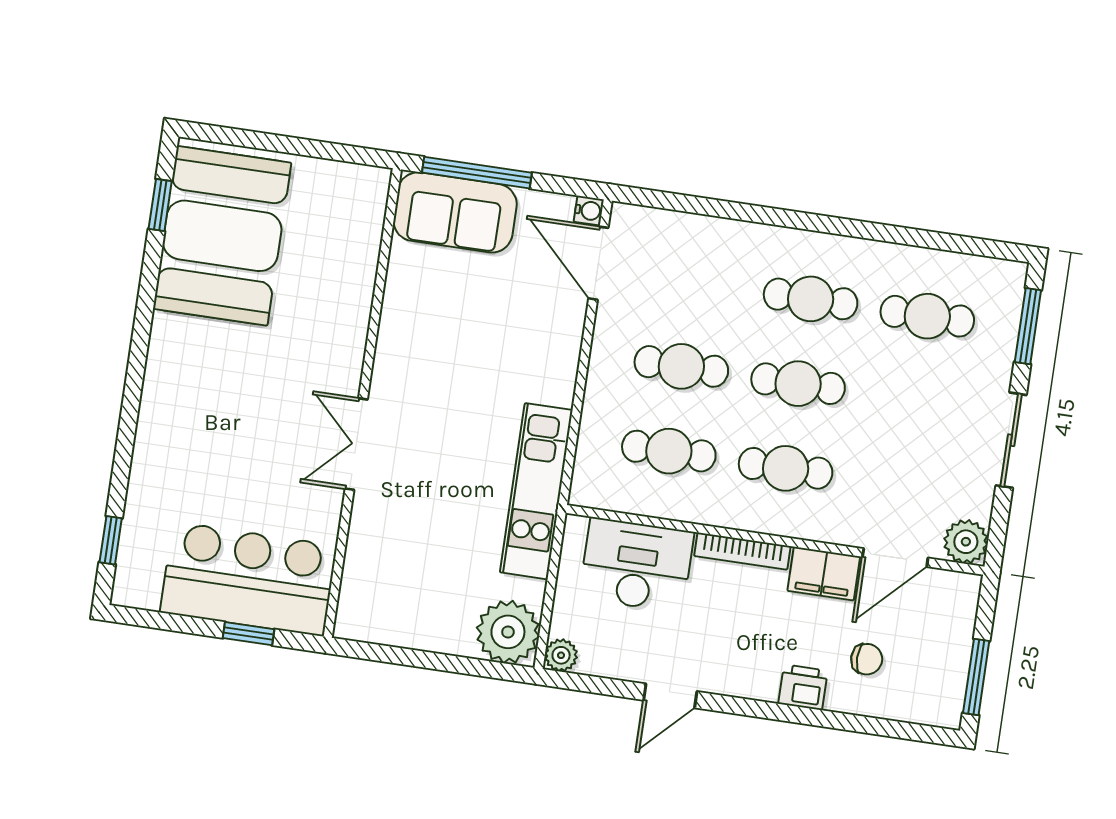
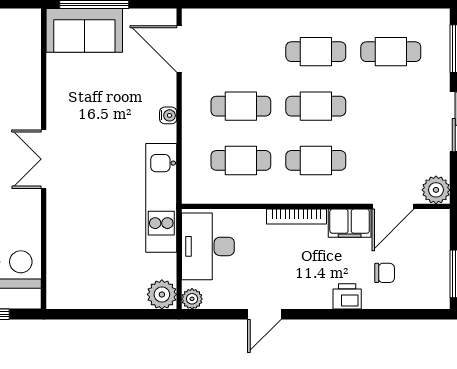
water cooler: (589, 211) -> (168, 115), moved
double door: (356, 444) -> (44, 159), moved
desk: (636, 565) -> (208, 246), moved, turned -90
plant: (508, 632) -> (162, 294), width x0.73, depth x0.73

